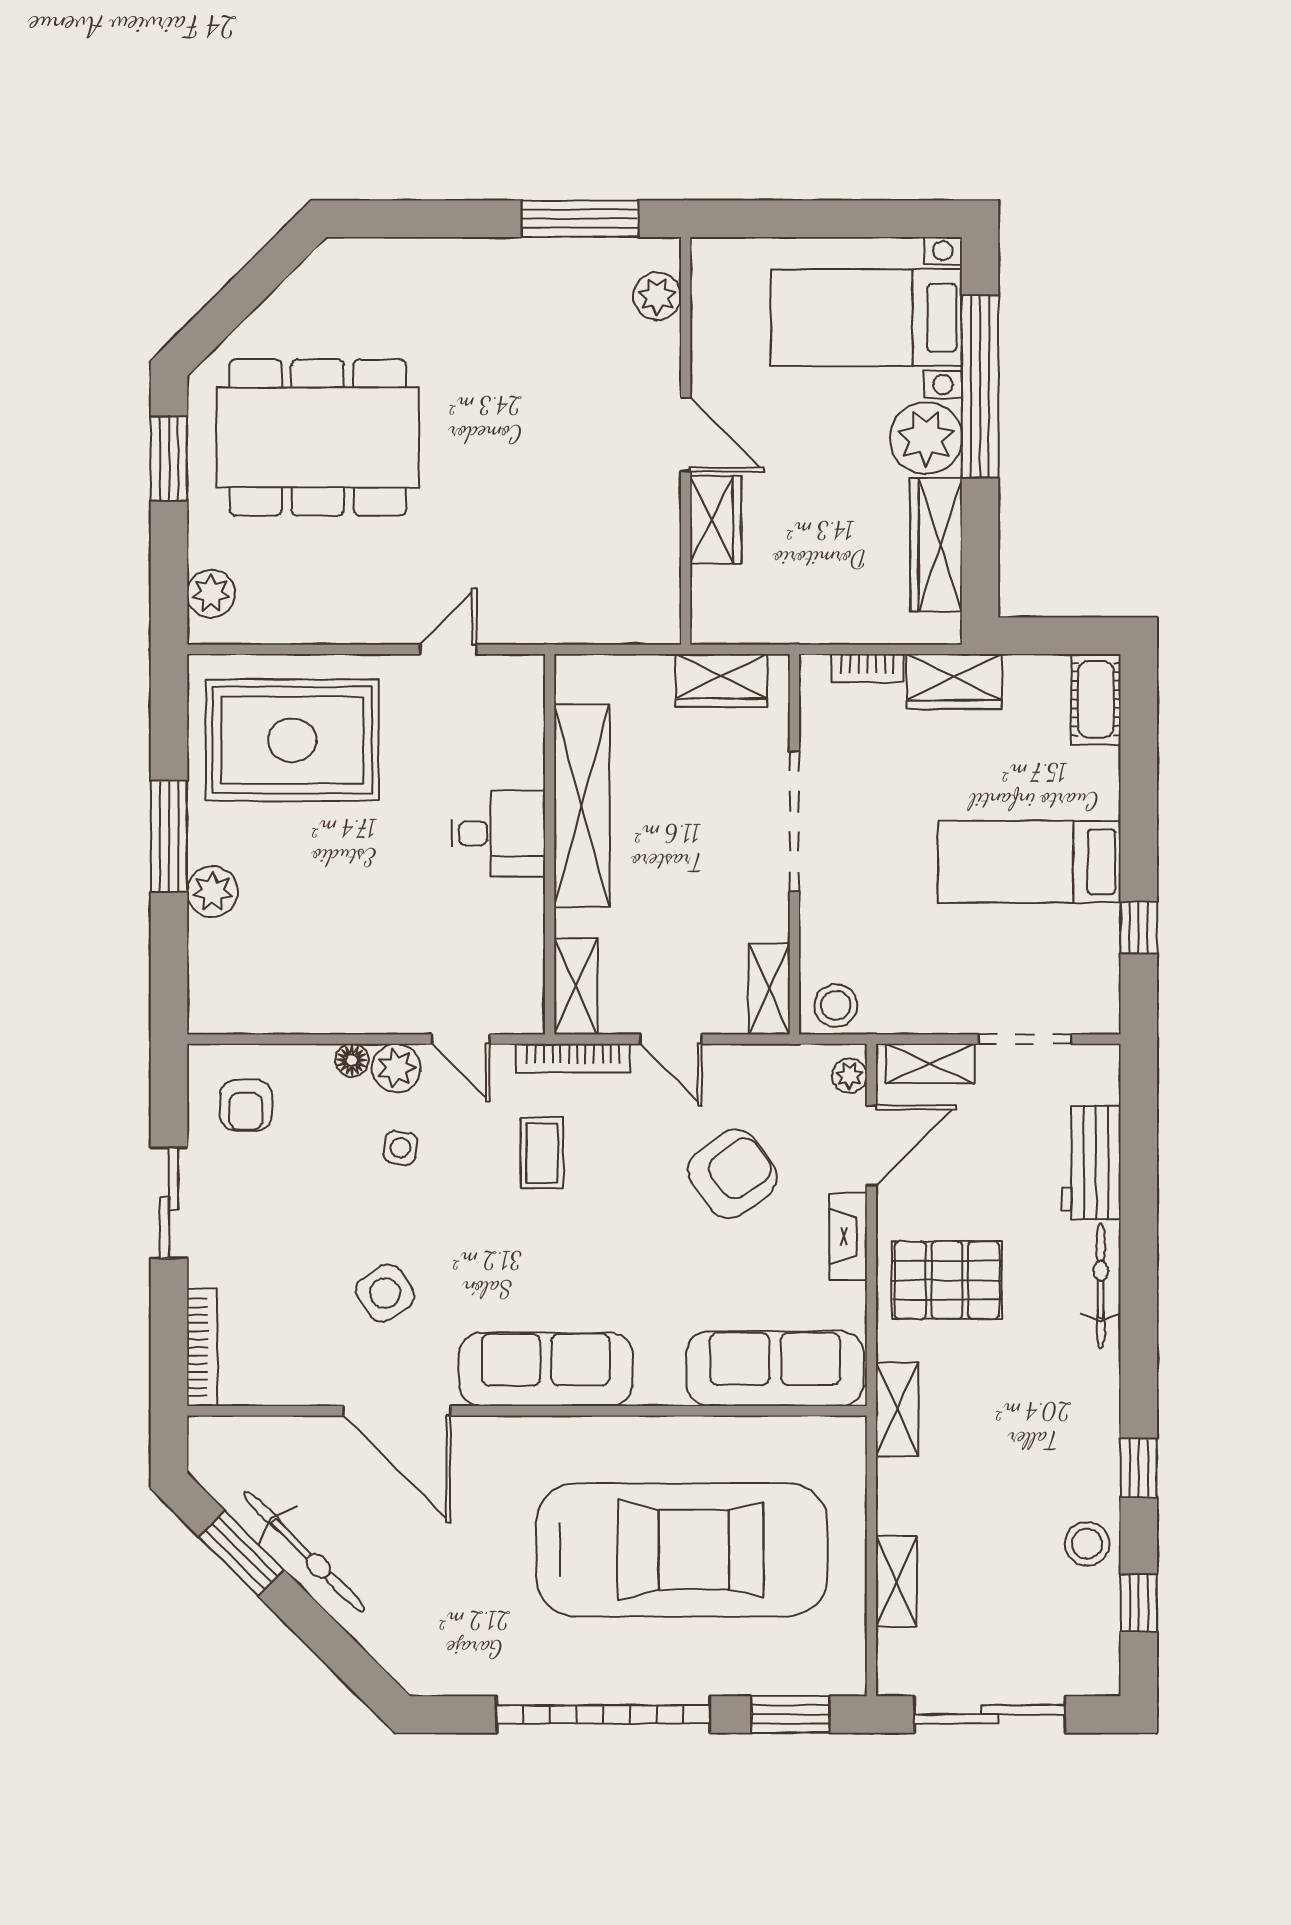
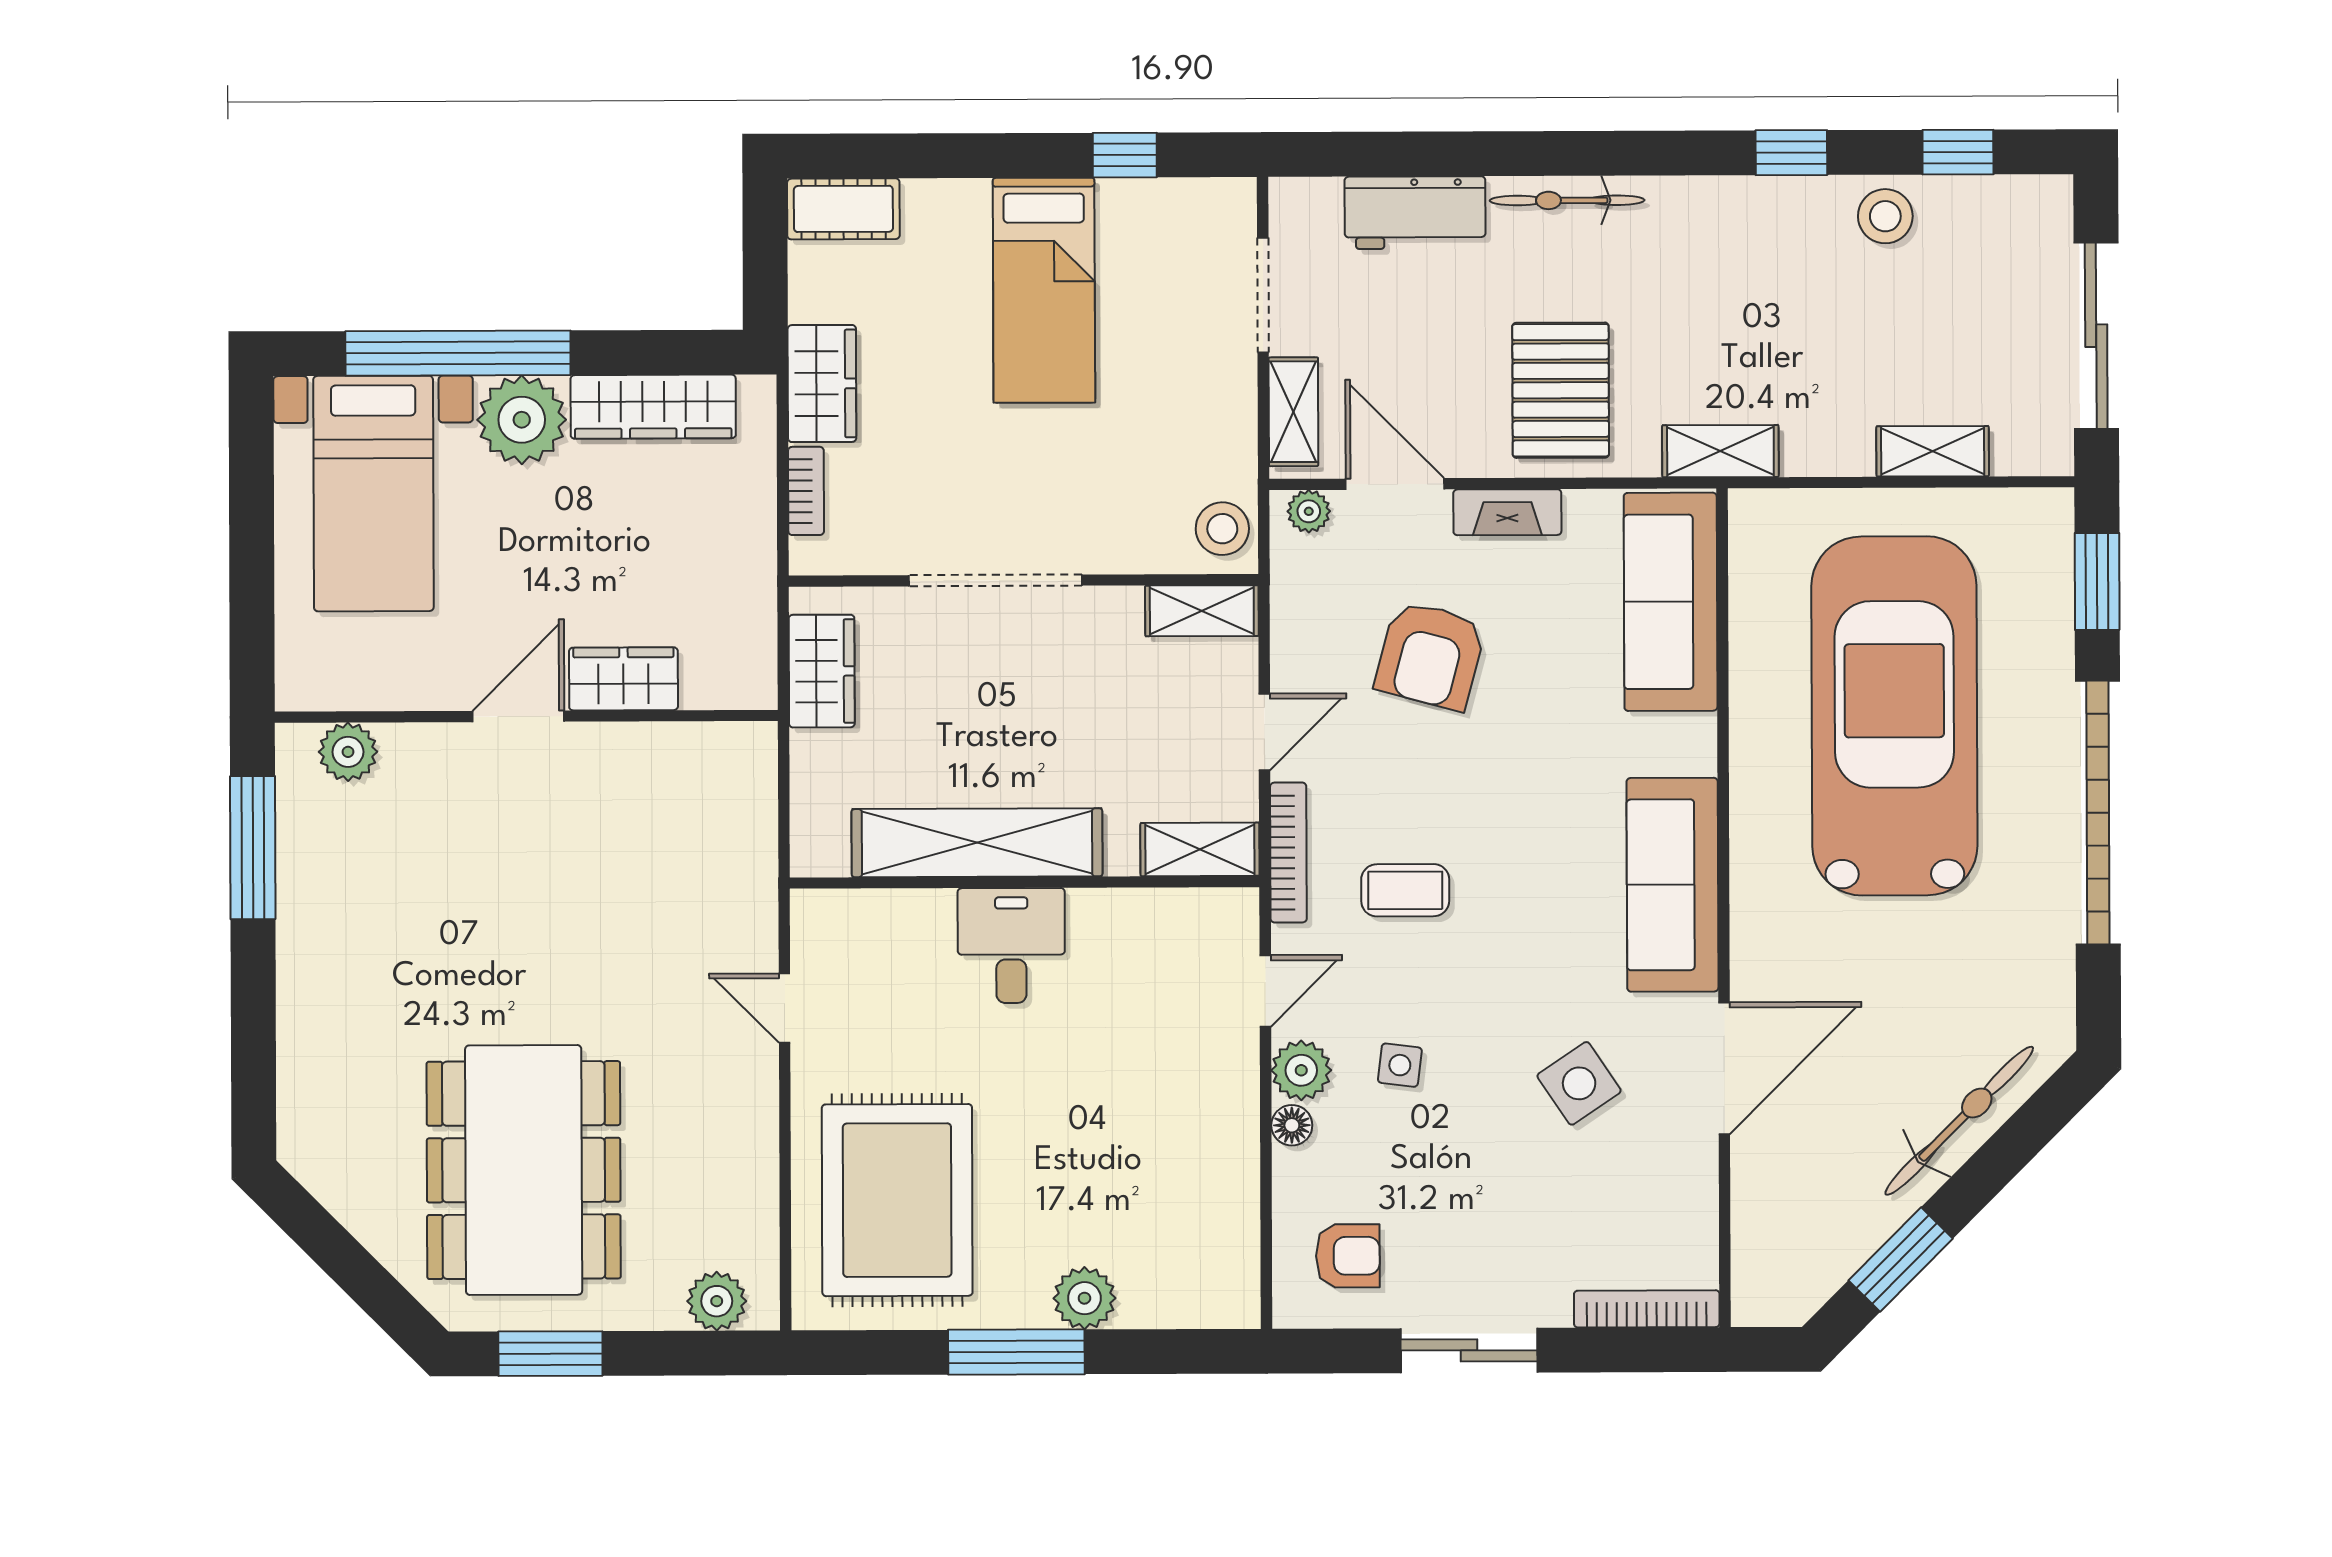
armchair: (732, 1174) -> (1430, 655), turned -129
bicycle: (304, 1552) -> (1959, 1121), moved

